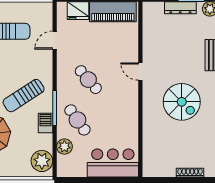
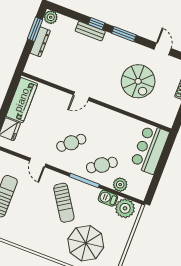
door: (55, 40) -> (38, 163), moved
spiral stairs: (182, 102) -> (138, 81), moved, turned 90
barbecue: (46, 123) -> (108, 198), moved

